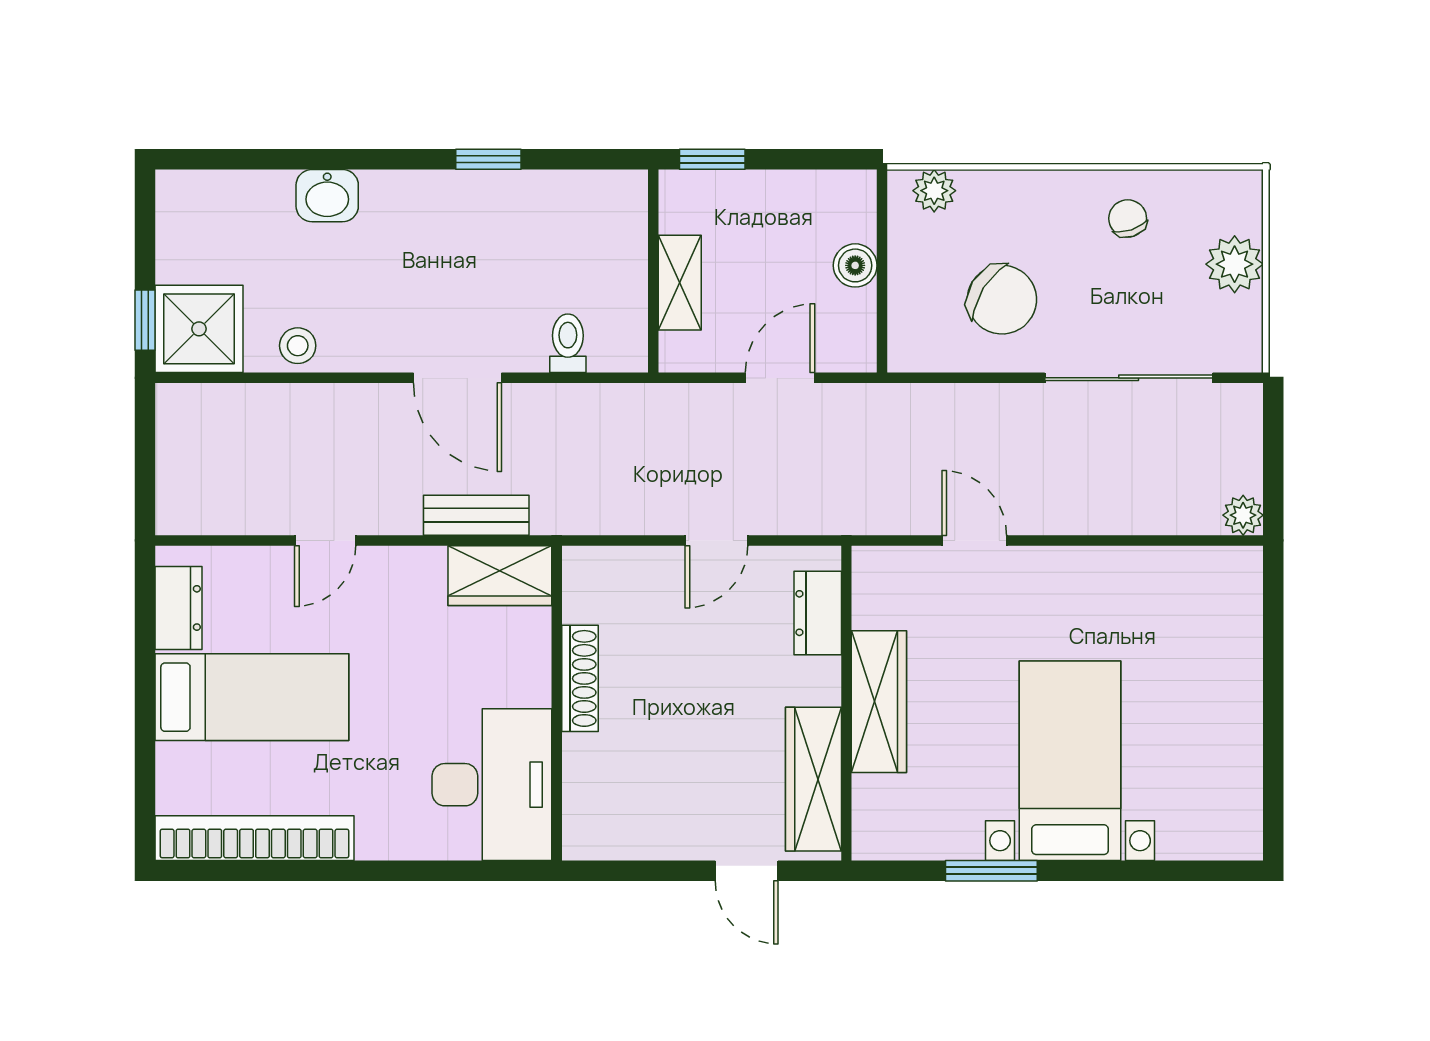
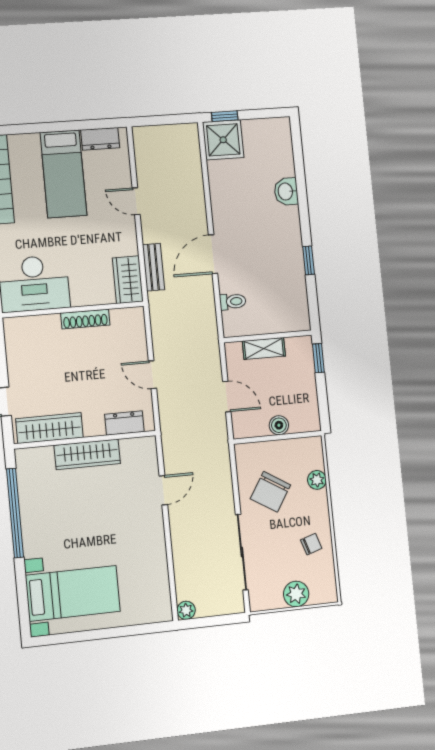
plant: (934, 191) -> (317, 480), moved
stool: (298, 346) -> (220, 183), removed
bed with nightstands: (1070, 761) -> (73, 593), moved
window: (991, 871) -> (15, 513), width x2.11

